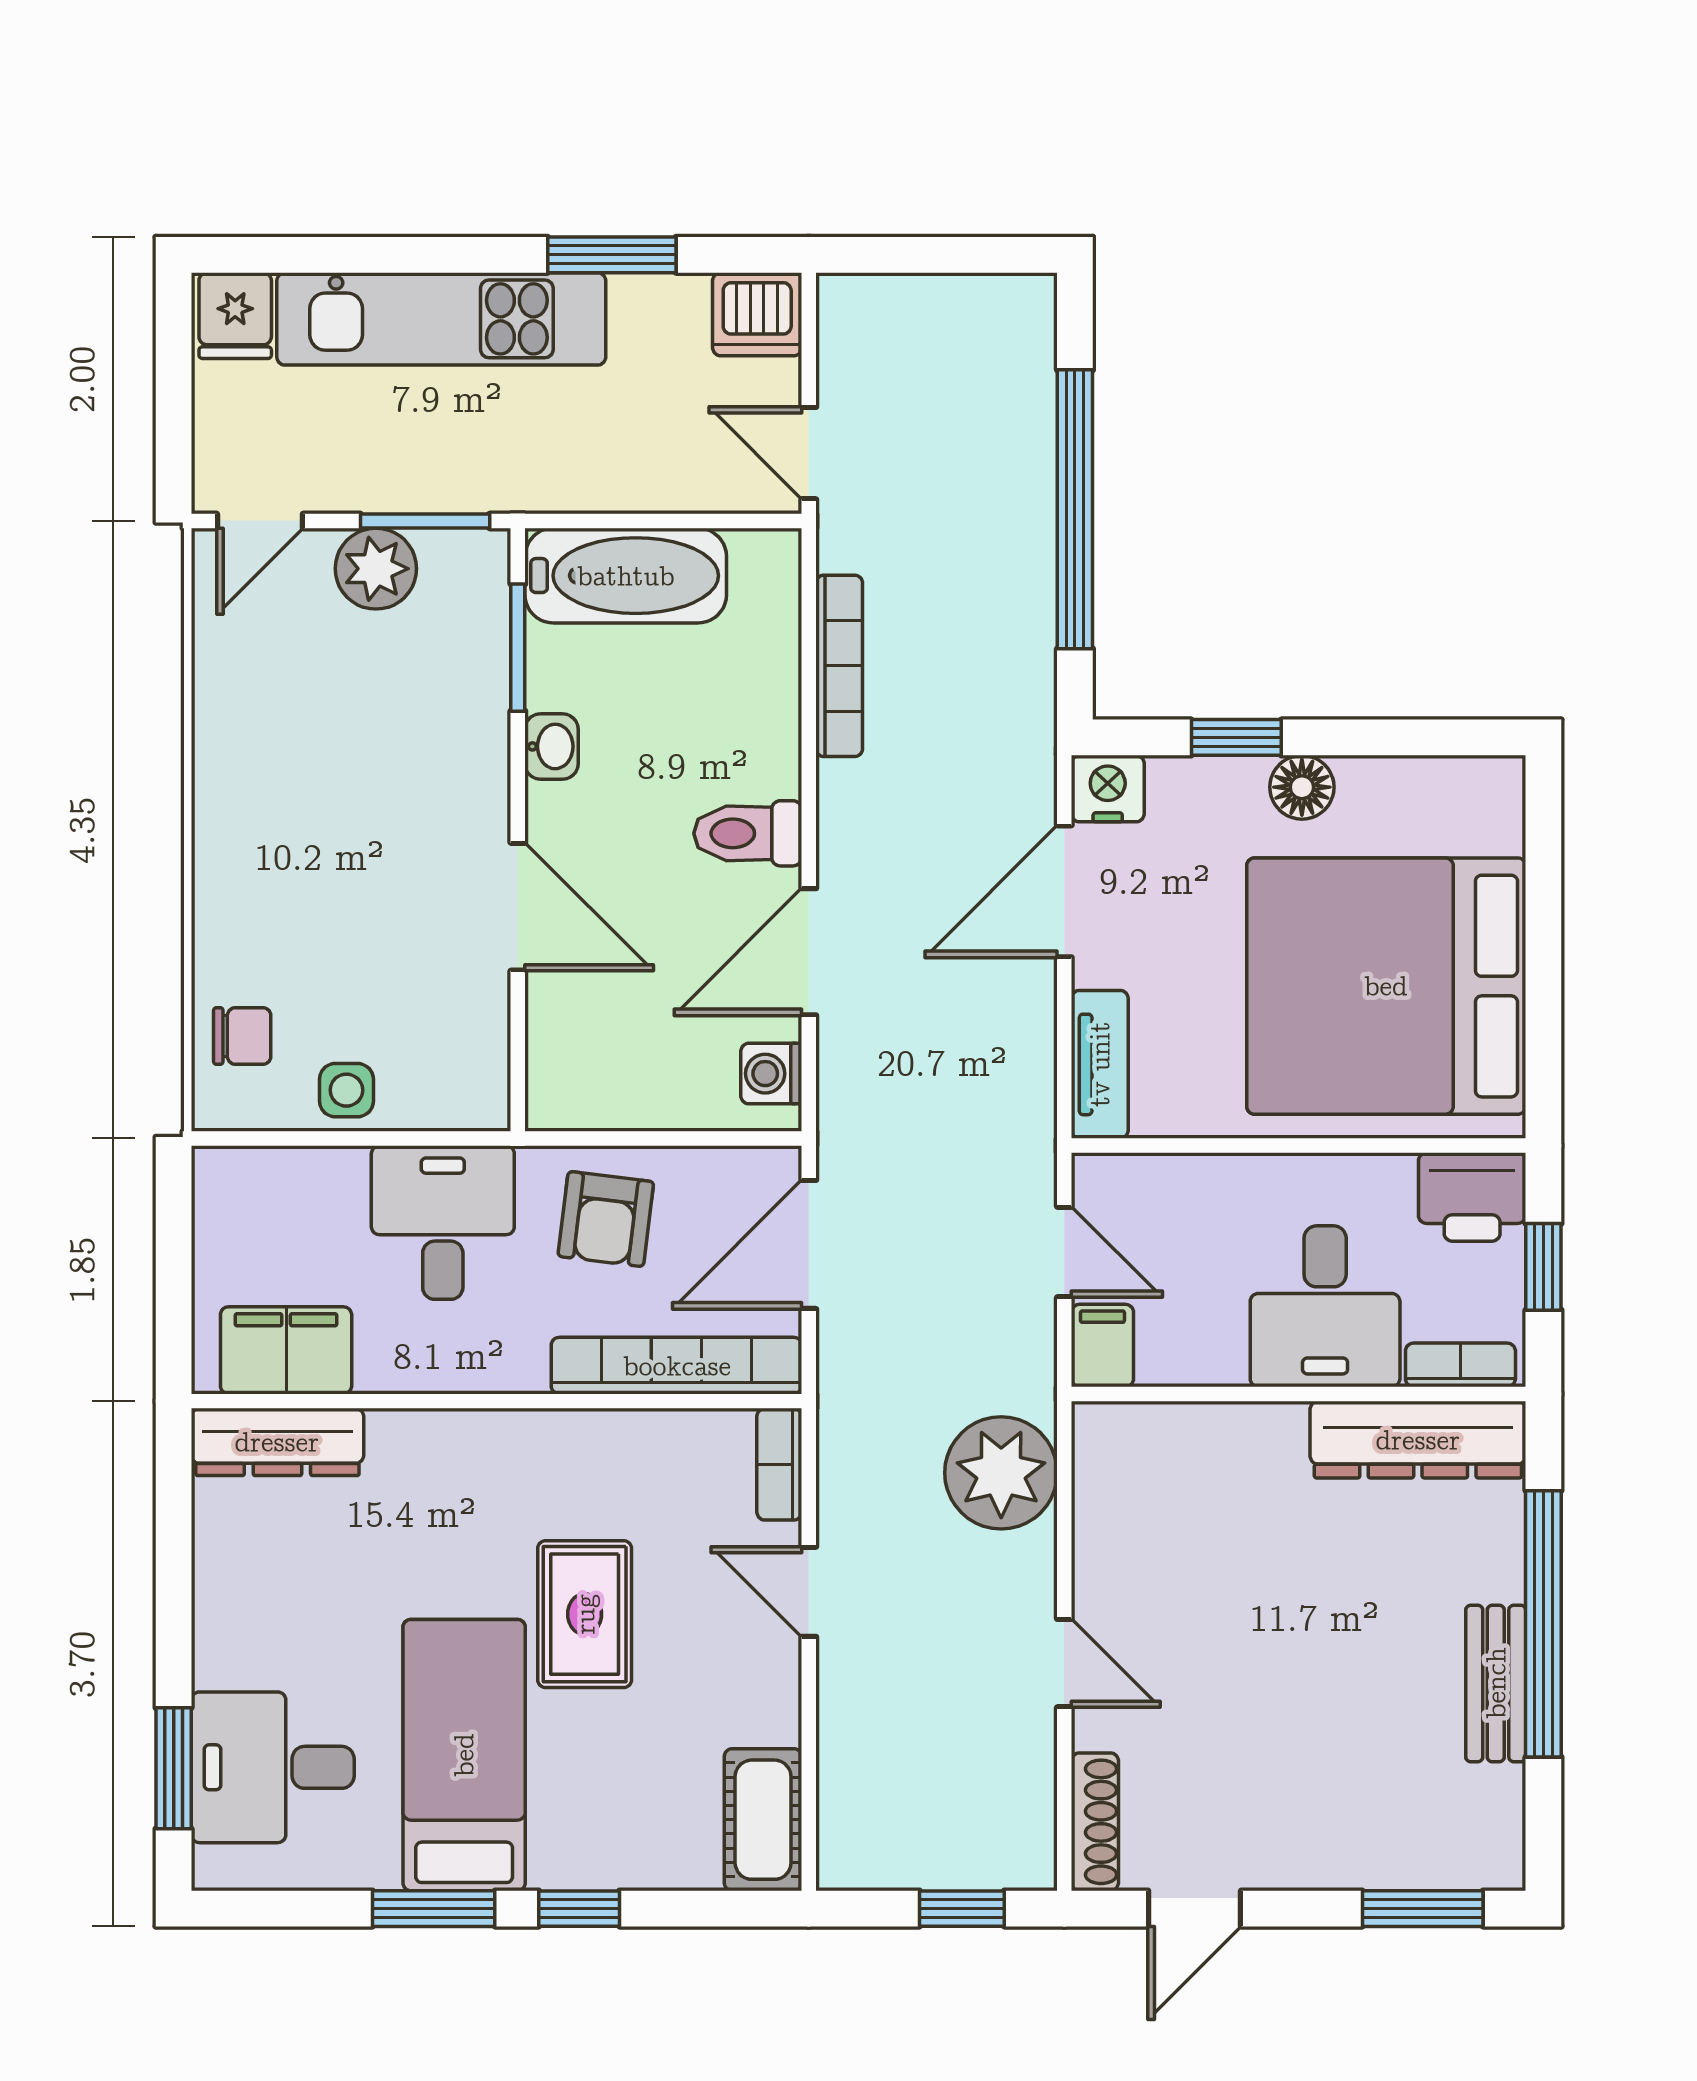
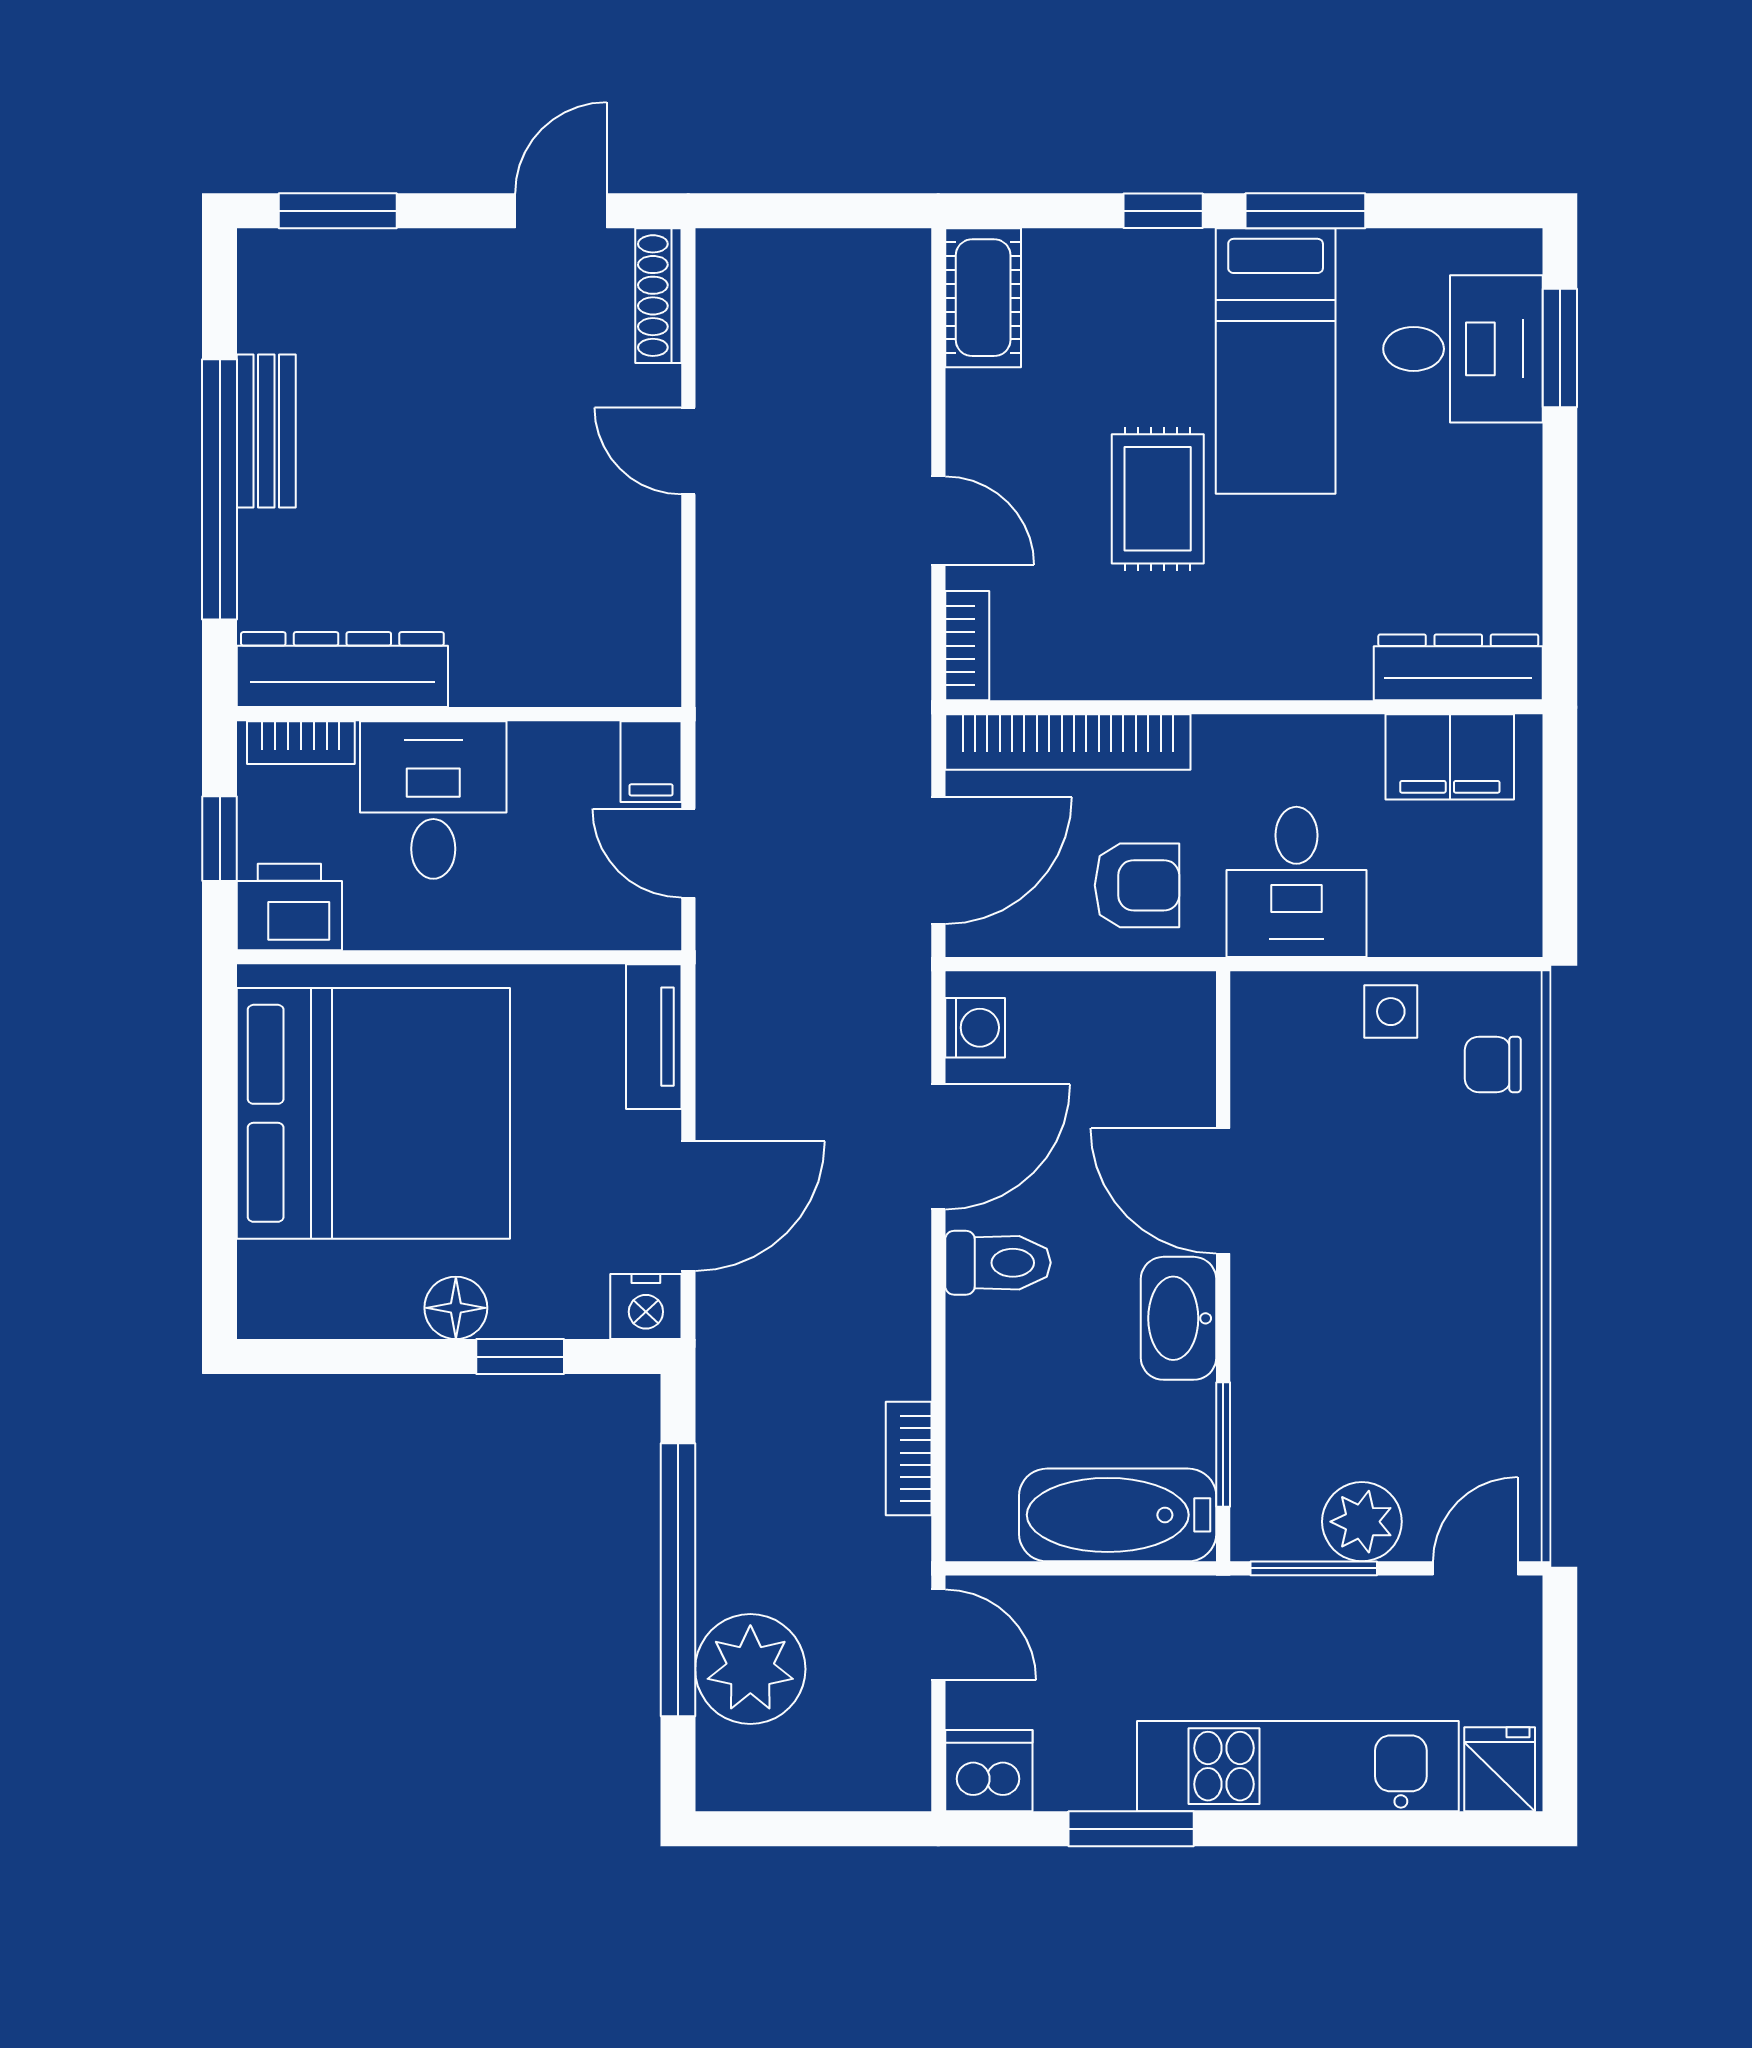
bookcase: (839, 666) -> (909, 1459), width x0.64
washbasin: (551, 746) -> (1178, 1318), width x1.91, depth x1.45
armchair: (606, 1219) -> (1137, 885), turned 83
plant: (1001, 1473) -> (750, 1669), moved
window: (962, 1909) -> (789, 211), removed

